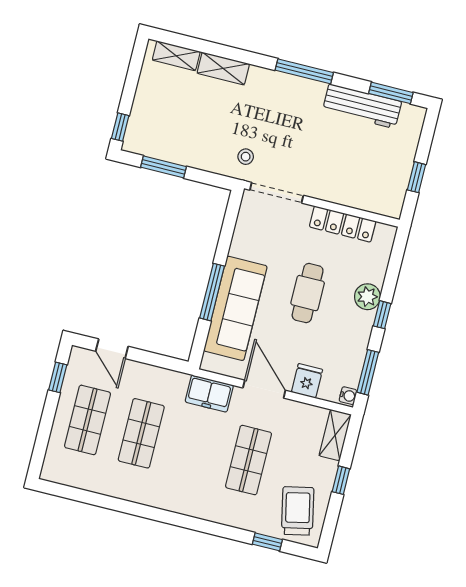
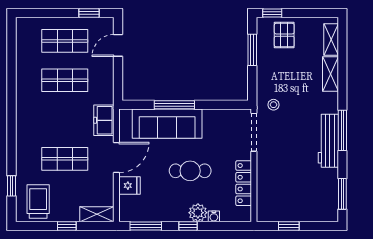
workbench: (362, 106) -> (328, 141), moved
pallet: (154, 118) -> (284, 35), added
water cooler: (348, 396) -> (214, 216), moved
trolley: (298, 511) -> (38, 201), turned -78

